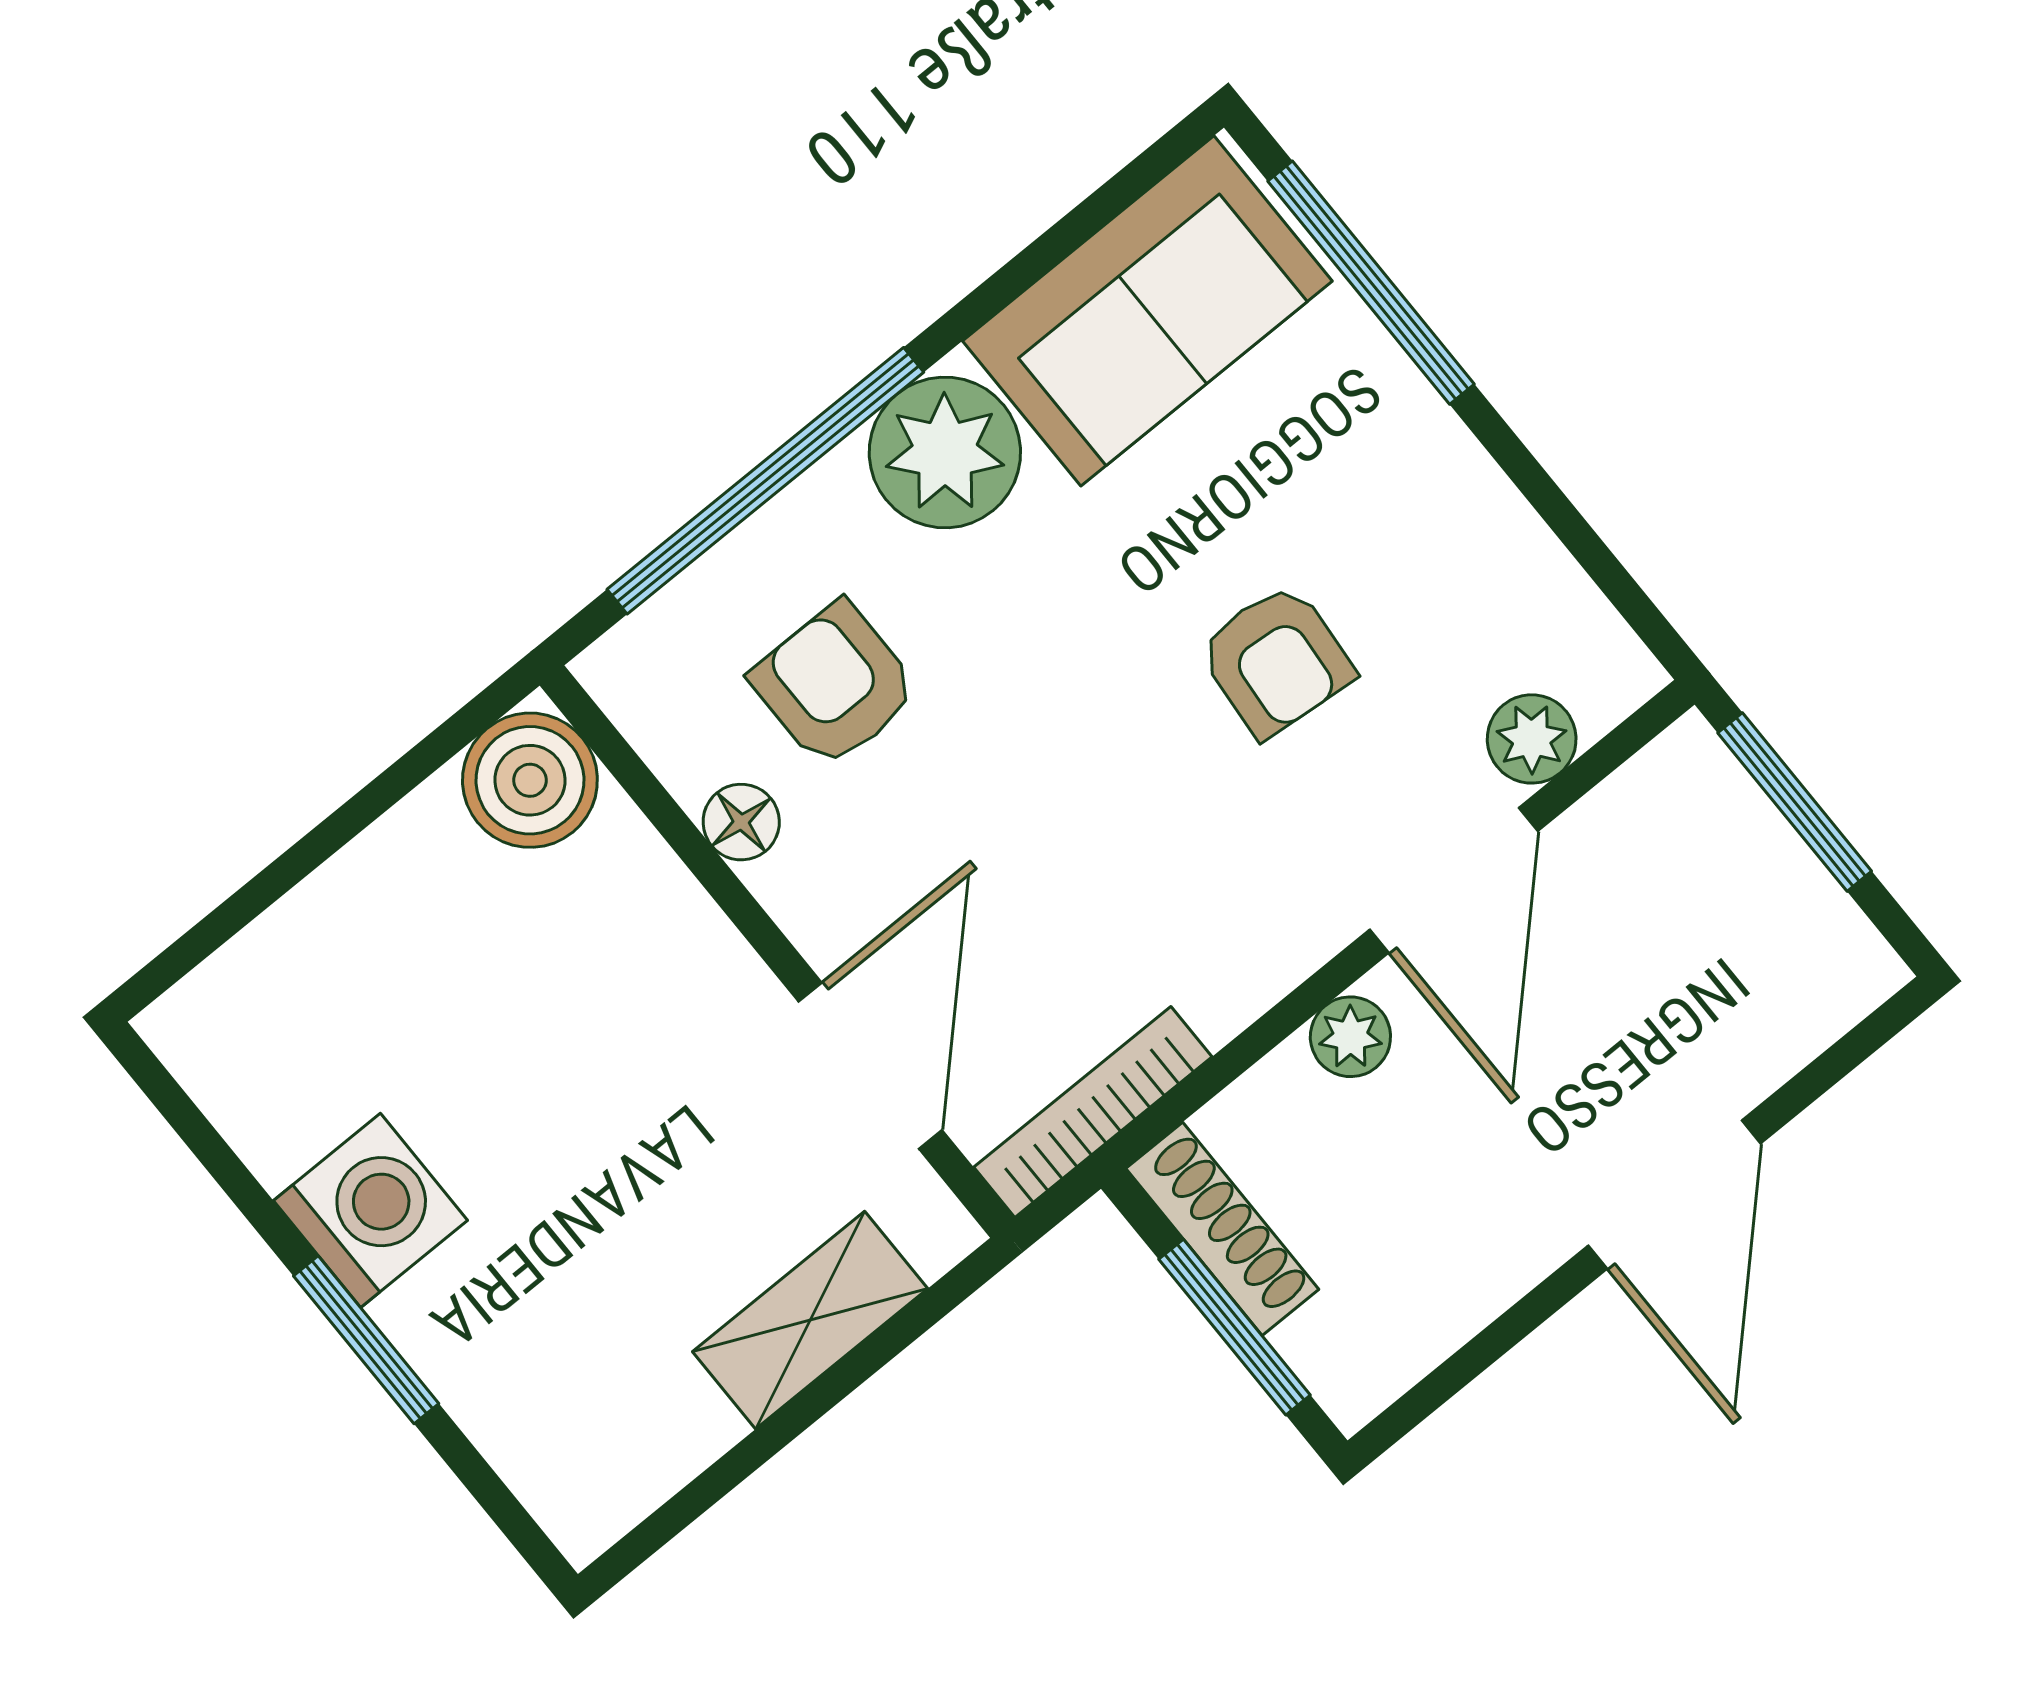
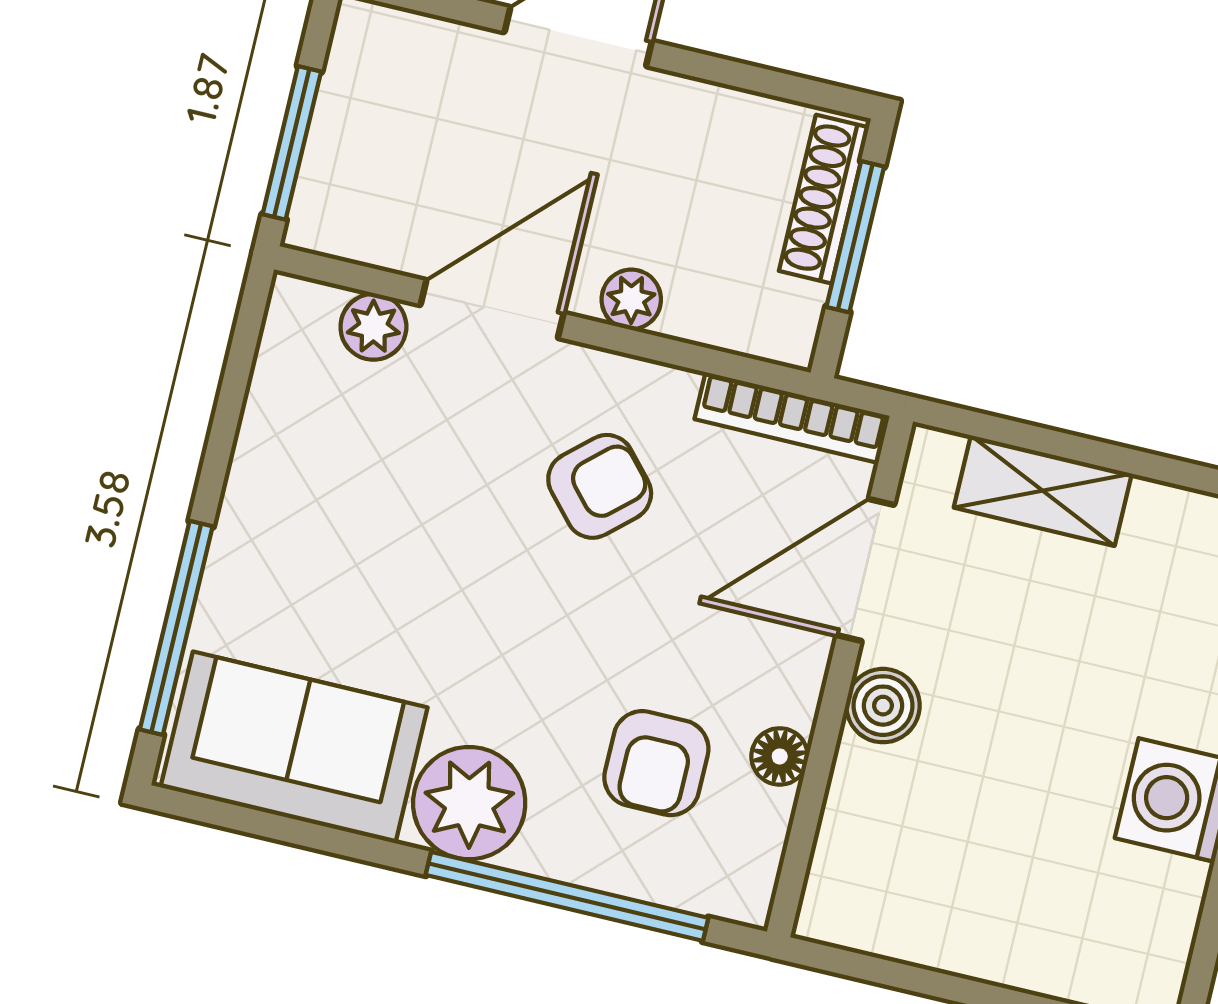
armchair: (1276, 660) -> (600, 486), moved, turned 43
boiler: (530, 780) -> (883, 706), moved, width x0.73, depth x0.73
shoe rack: (1222, 1229) -> (824, 199), moved

